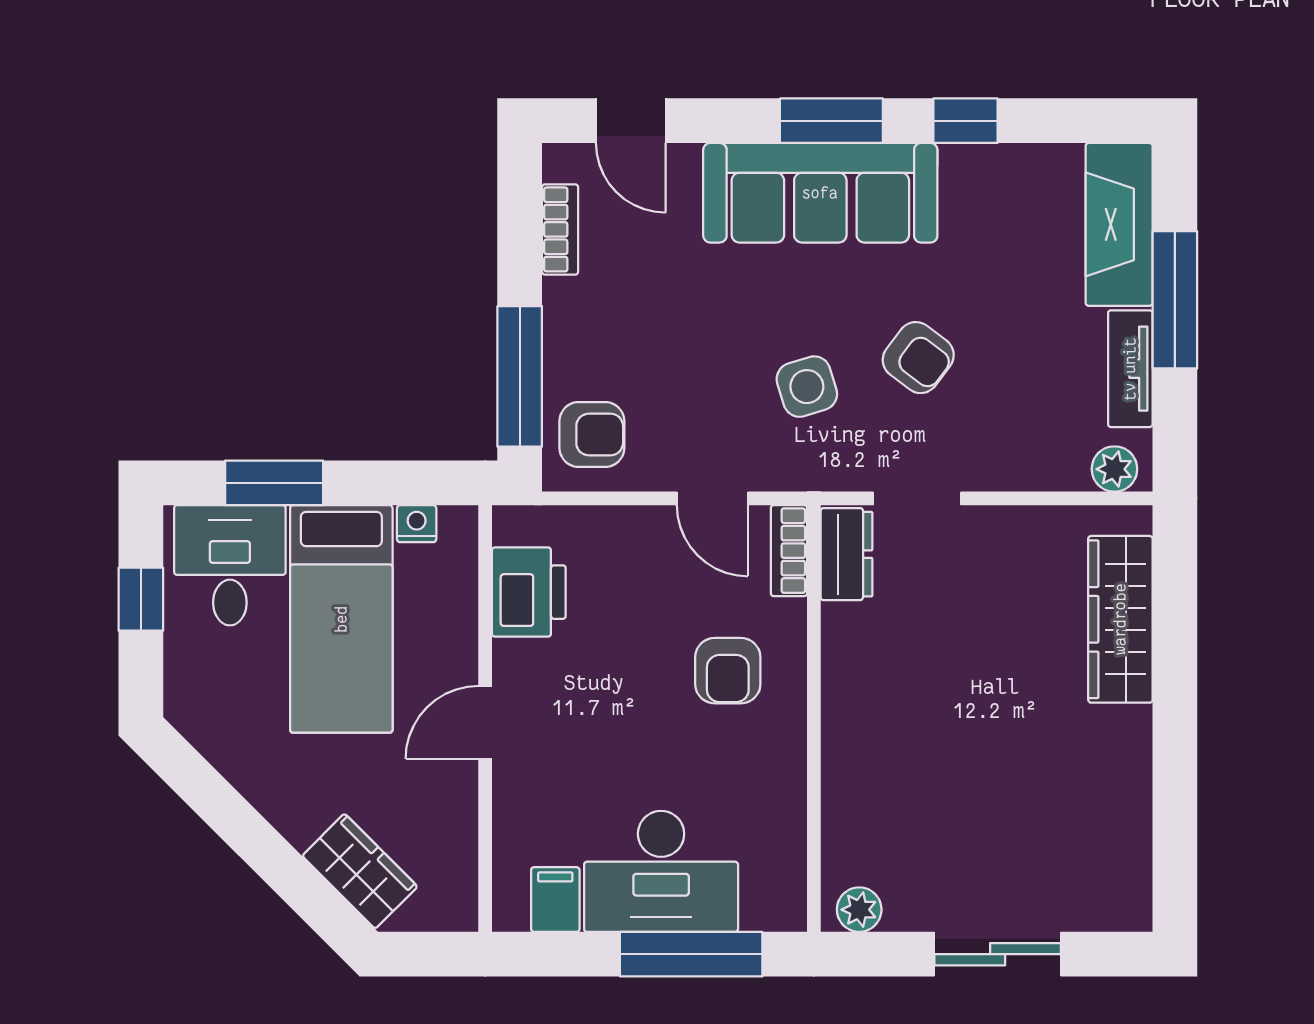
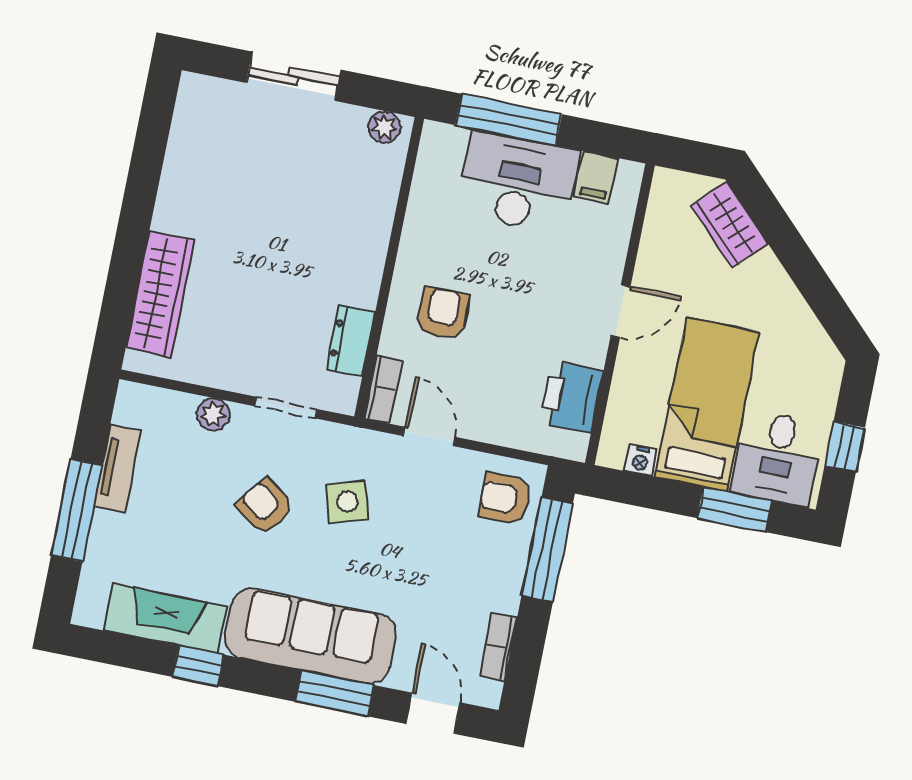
window: (831, 121) -> (335, 693), moved
fireplace: (1119, 224) -> (165, 618), moved, turned -90
plant: (1114, 469) -> (213, 414), moved
dresser: (846, 554) -> (351, 341), moved

